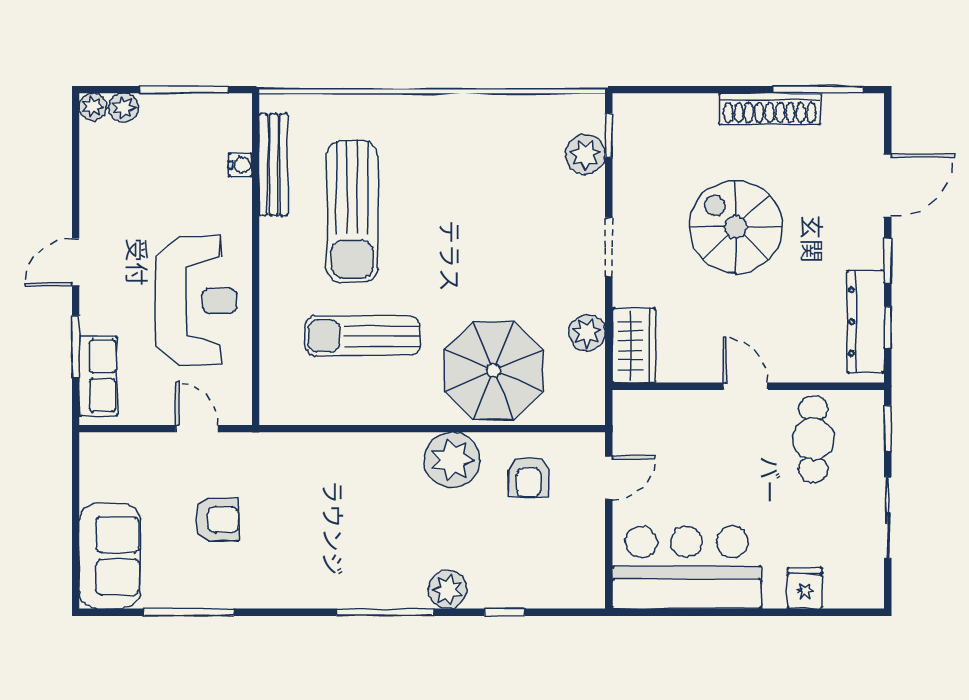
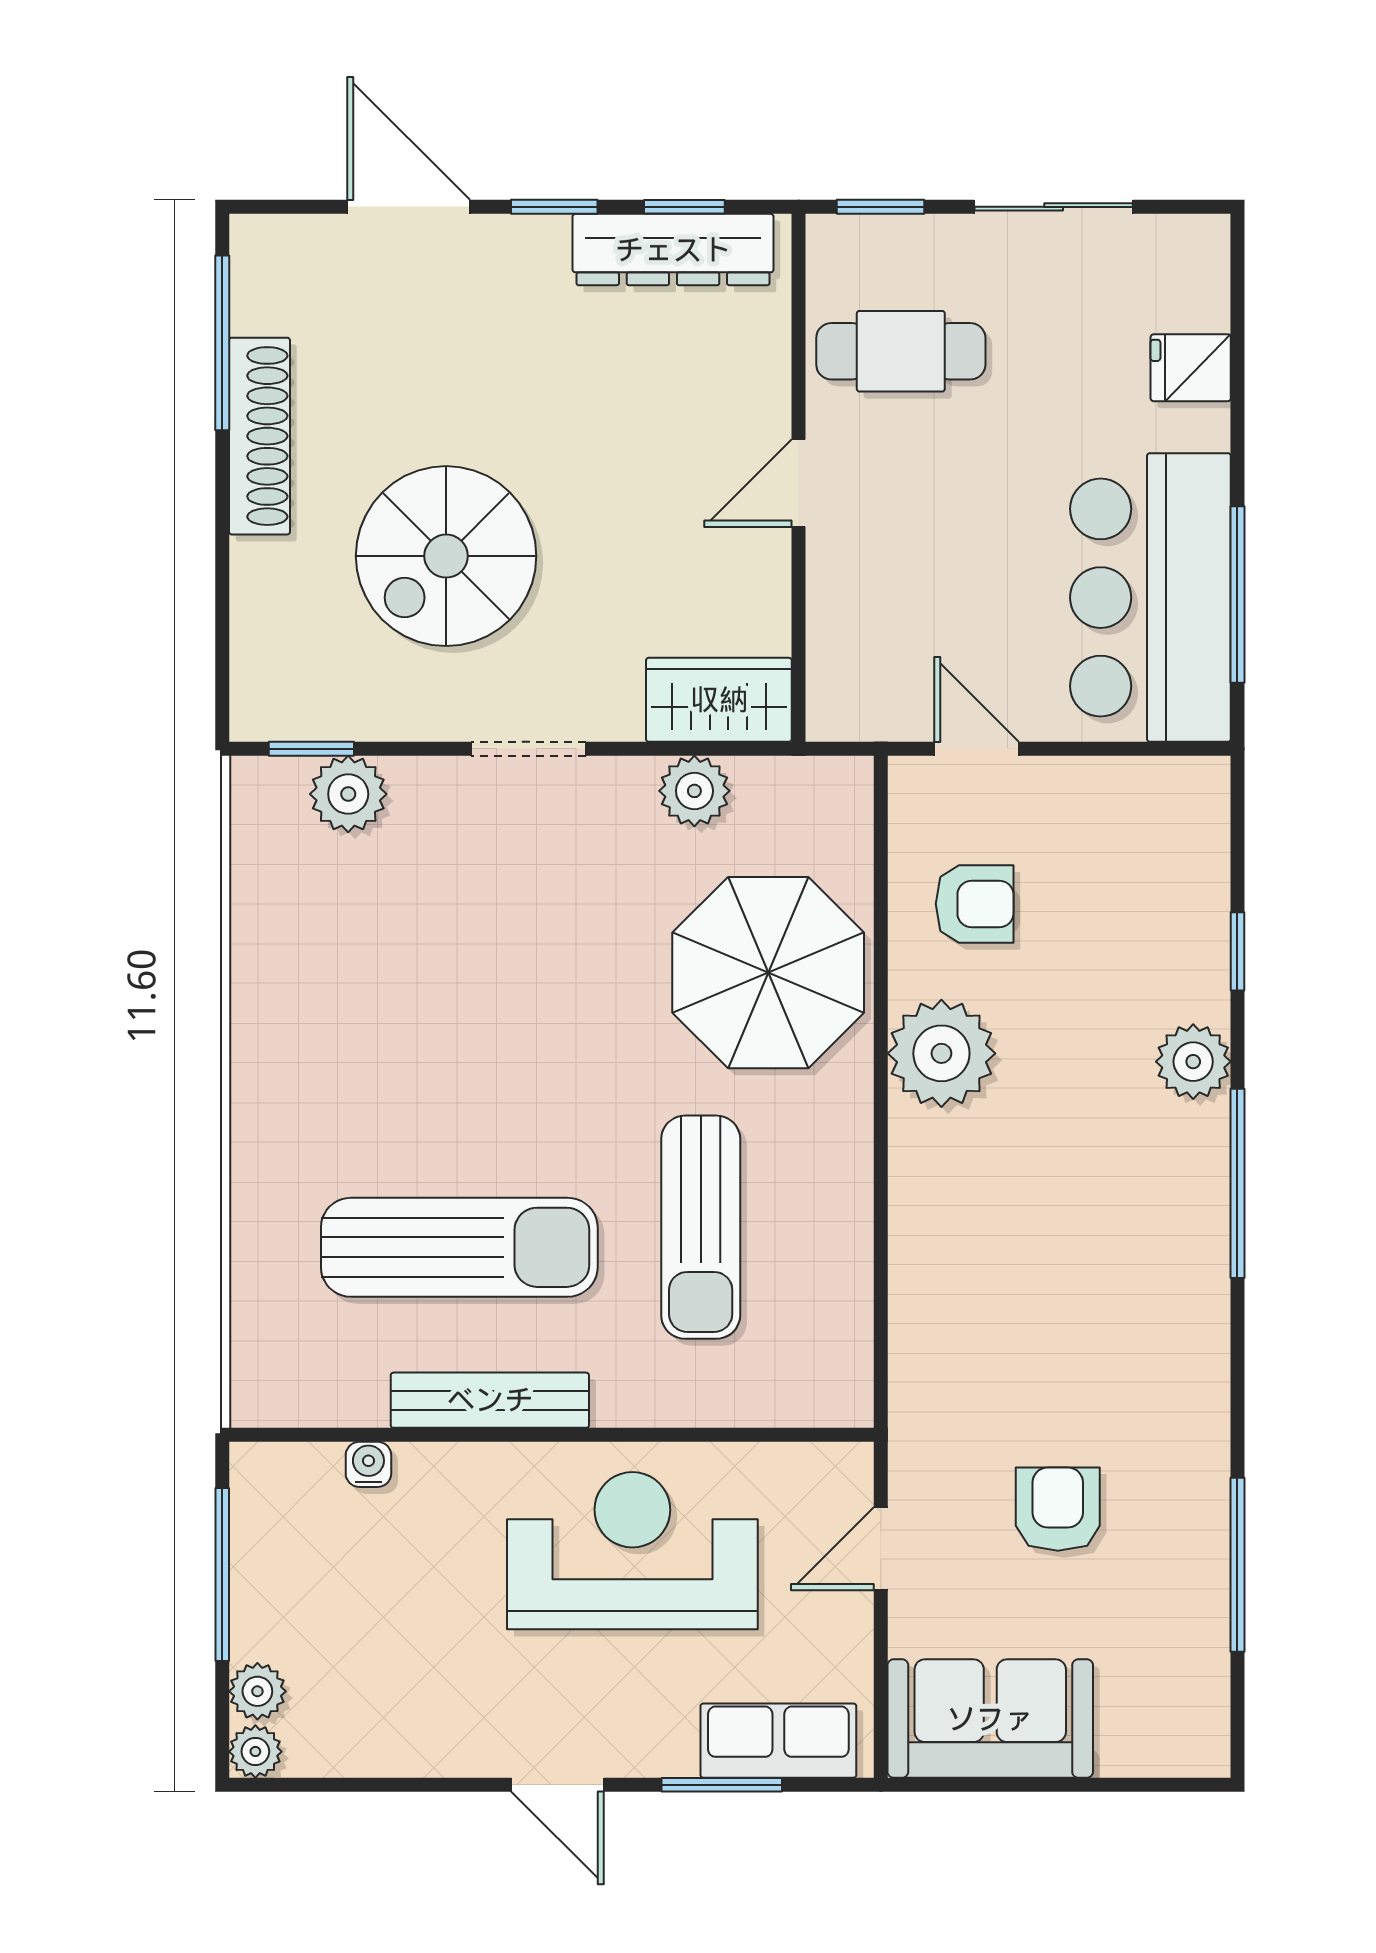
bench: (273, 164) -> (490, 1400), moved
spiral stairs: (736, 227) -> (446, 556), moved
sofa: (110, 556) -> (990, 1719), moved
window: (688, 612) -> (1237, 595), added

